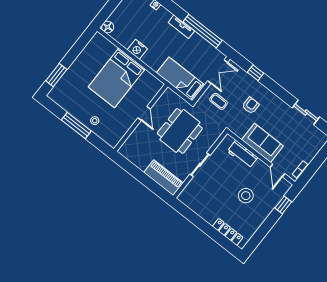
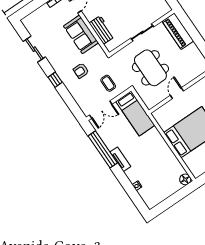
nightstand: (137, 49) -> (165, 152), removed
double door: (218, 72) -> (101, 110), swing flipped
window: (255, 73) -> (55, 80), moved
dining table: (180, 131) -> (150, 68), turned 90

